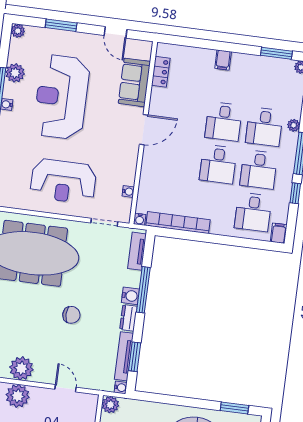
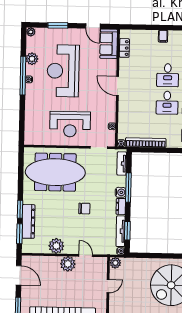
sofa: (134, 82) -> (109, 44), moved
door: (144, 130) -> (118, 86), swing flipped
plant: (18, 396) -> (68, 264), moved

